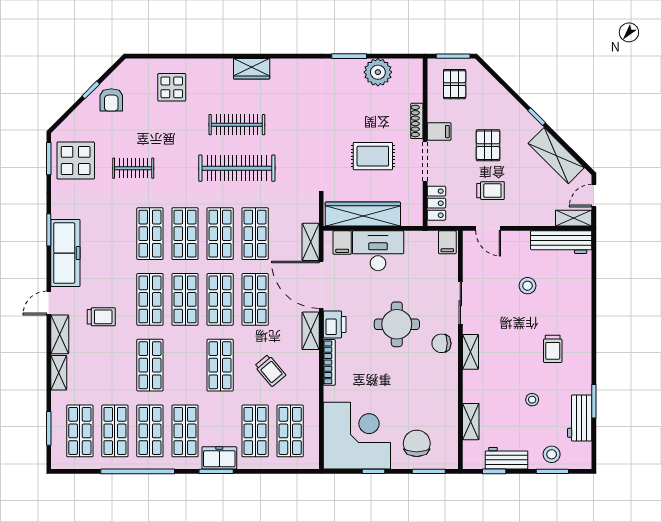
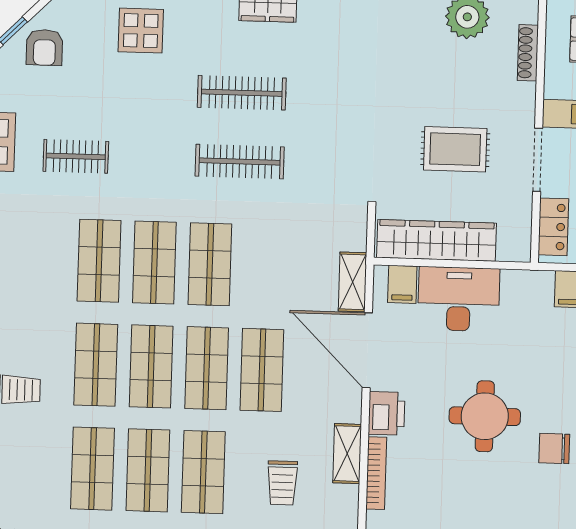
shoe rack: (417, 121) -> (528, 53), moved
clothes rail: (237, 168) -> (240, 162), width x0.73, depth x0.76
shop shelf: (255, 234) -> (148, 470), moved
shelving: (311, 331) -> (347, 454), moved
trolley: (270, 370) -> (282, 483), turned 40

